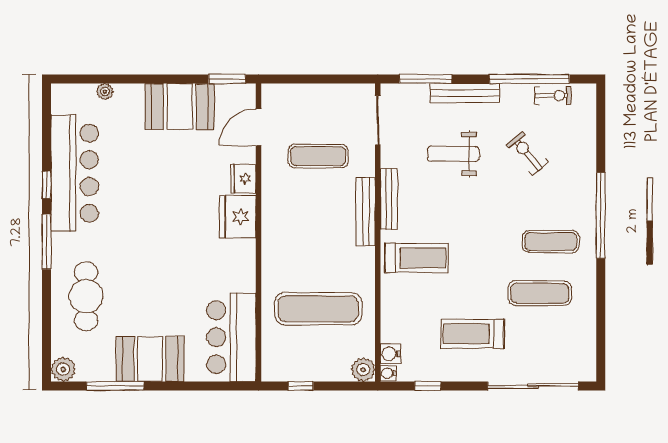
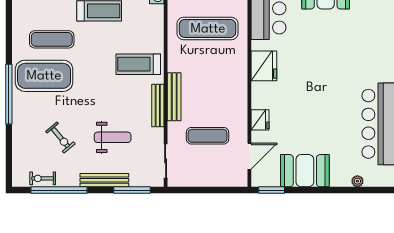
fridge: (238, 217) -> (264, 66), moved
exercise mat: (551, 241) -> (44, 76), width x2.00, depth x1.45
cafe table: (86, 296) -> (371, 37), removed

